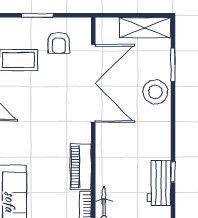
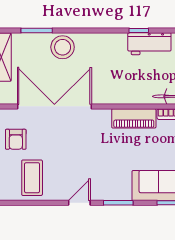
armchair: (59, 43) -> (16, 139), turned 90

